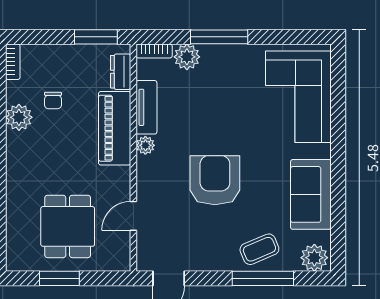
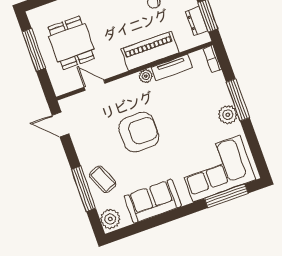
plant: (187, 57) -> (228, 115), moved
dresser: (121, 72) -> (197, 21), moved, turned -90
window: (338, 96) -> (226, 196), added
dining table: (68, 226) -> (71, 43), turned 90
window: (59, 278) -> (34, 50), width x1.44

